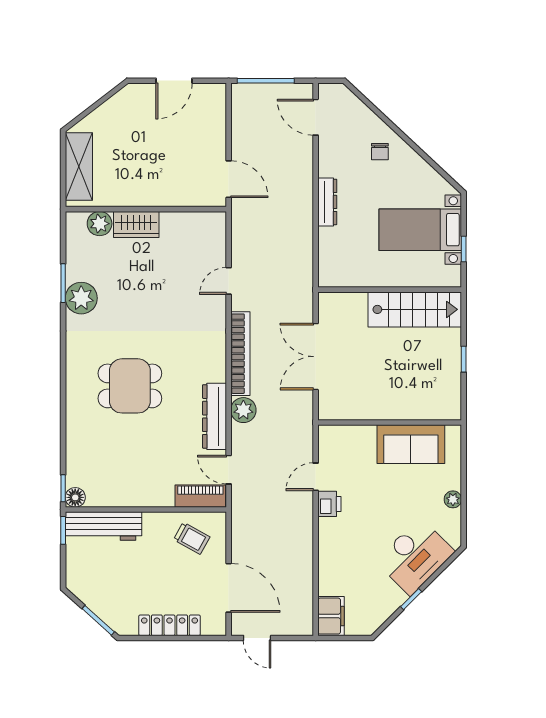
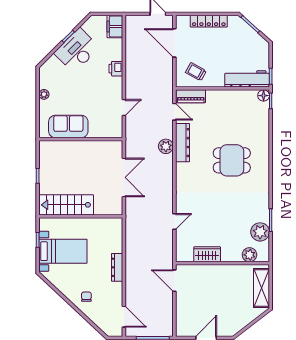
wardrobe: (136, 224) -> (207, 254), moved
plant: (81, 298) -> (260, 232), moved
bookcase: (240, 354) -> (168, 179), removed
printer: (329, 504) -> (116, 69), moved
desk: (415, 556) -> (77, 50), moved

